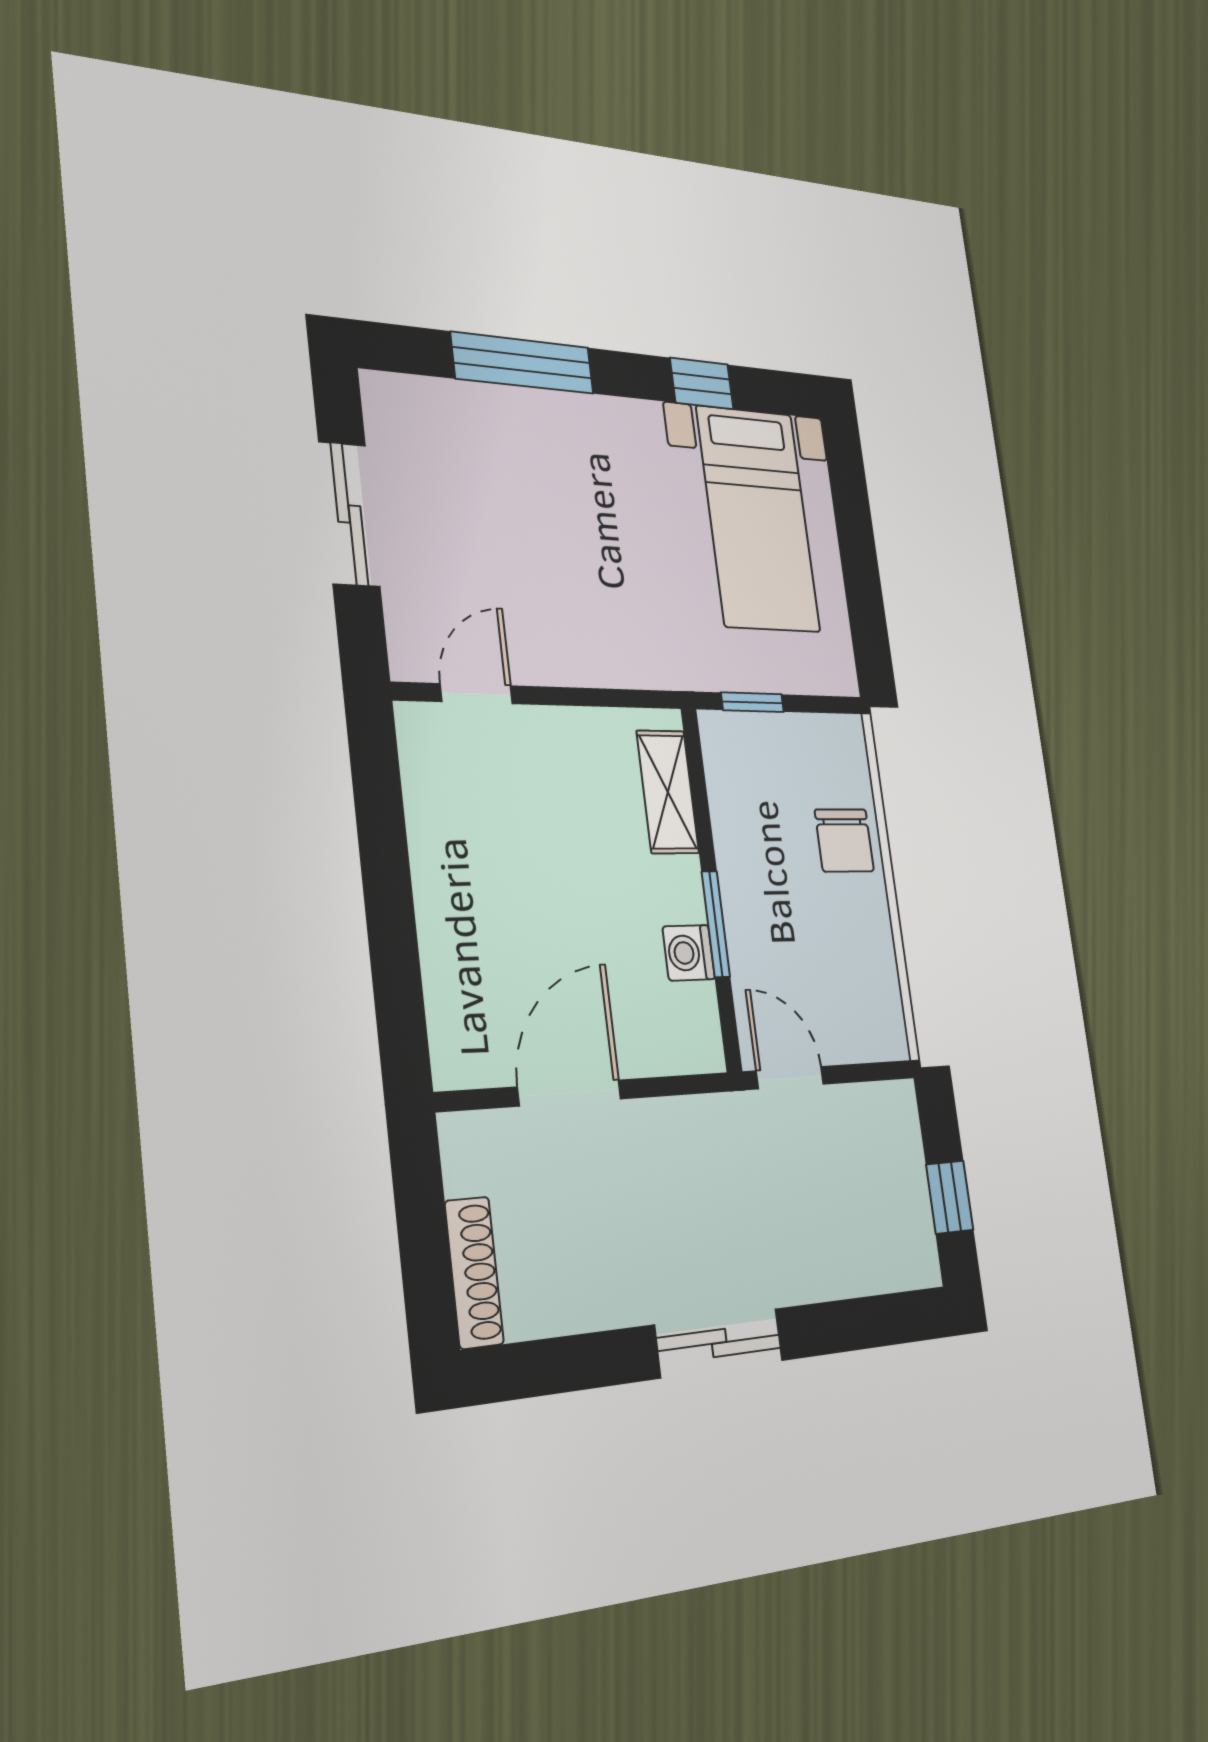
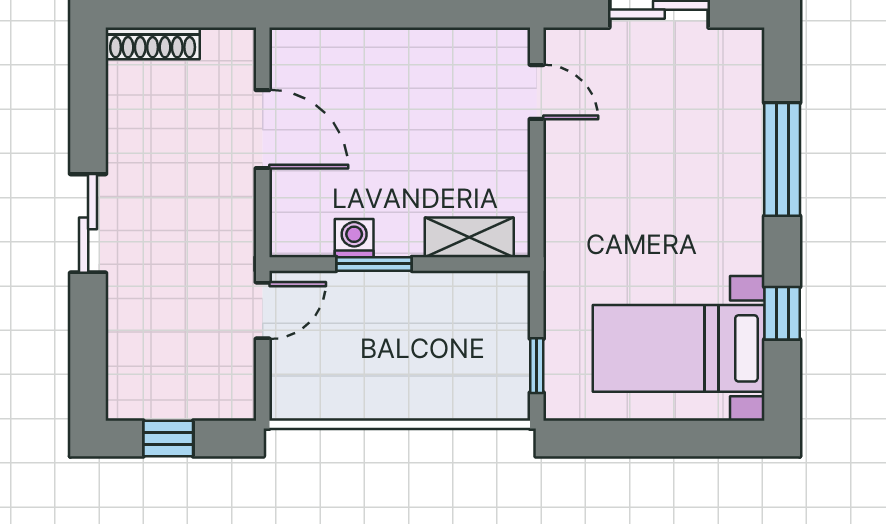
window: (753, 702) -> (537, 366), moved
chair: (844, 840) -> (433, 388), removed

